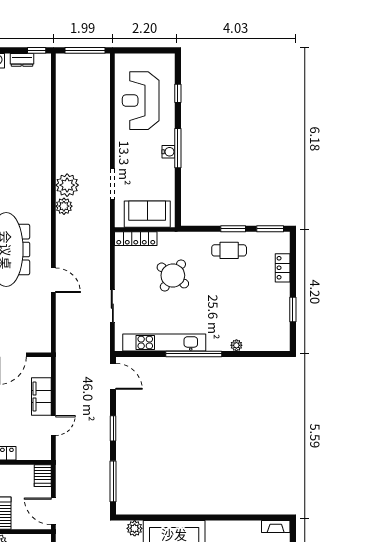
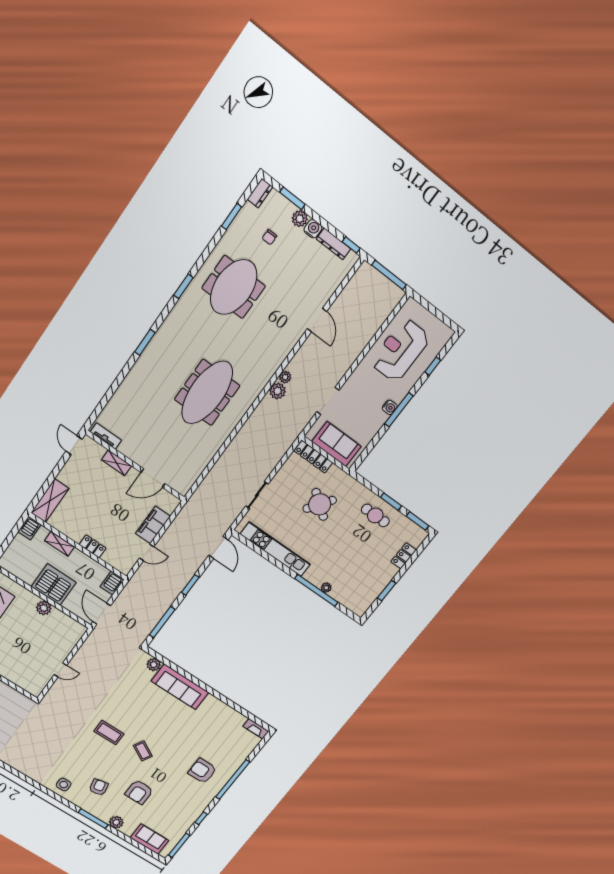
dresser: (22, 60) -> (334, 244), width x1.44
plant: (67, 185) -> (285, 377), width x0.53, depth x0.53
door: (53, 280) -> (317, 320), moved
window: (194, 354) -> (316, 590), moved

